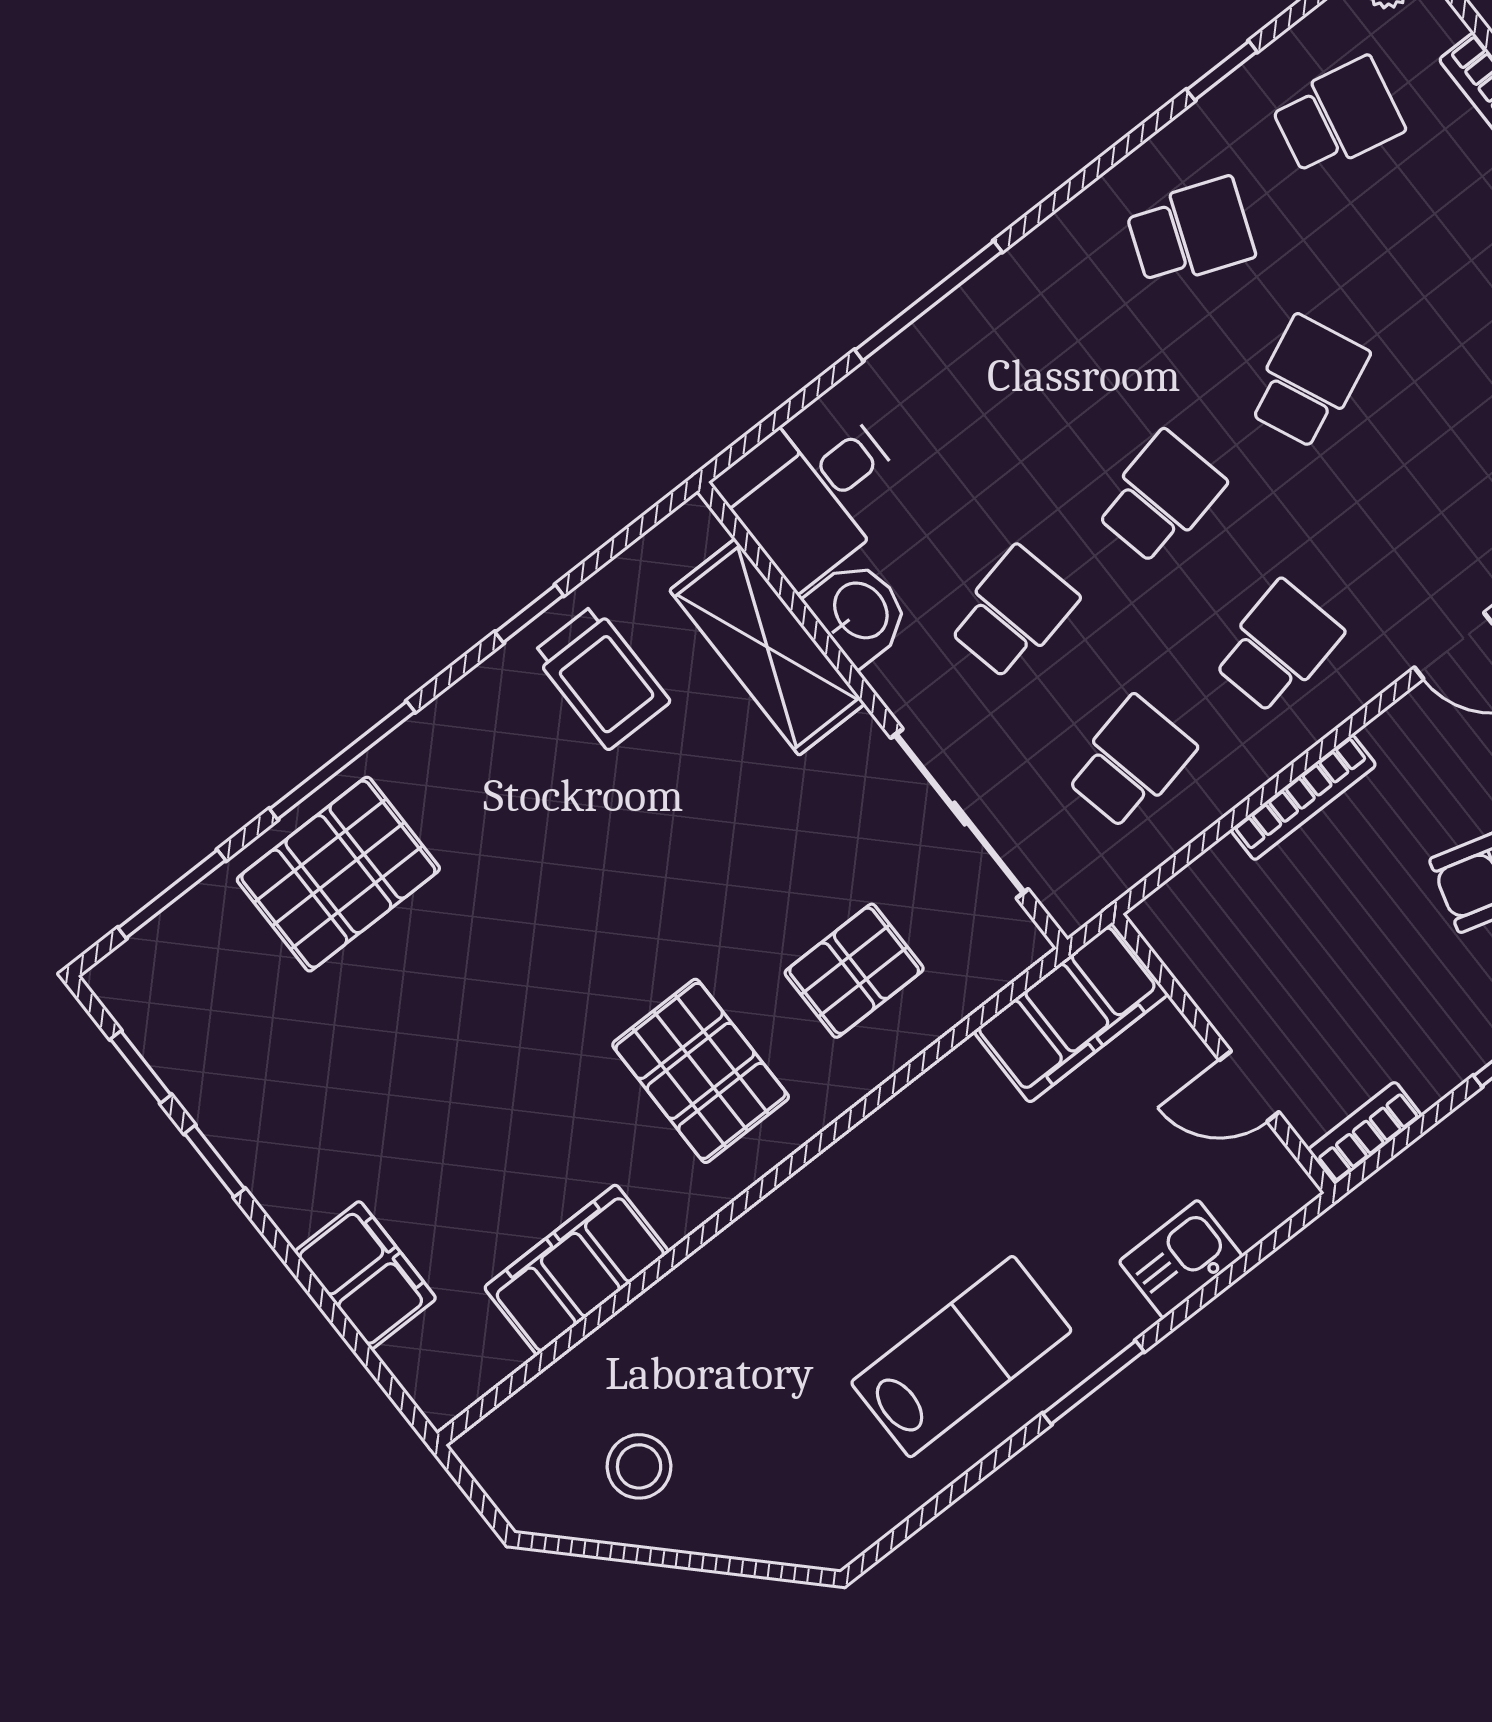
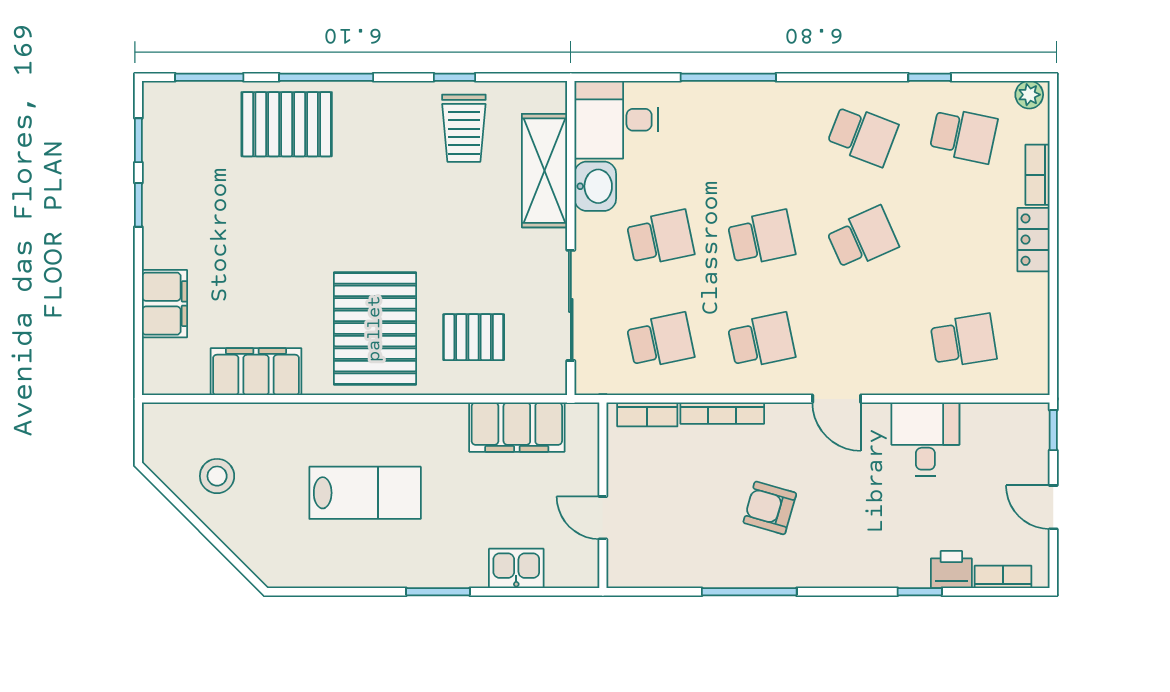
filing cabinet: (1071, 1013) -> (517, 427), moved
pallet: (701, 1071) -> (375, 329), width x1.37, depth x1.41
bookcase: (1365, 1133) -> (647, 414), moved, turned 180
lab bench: (961, 1357) -> (365, 493), moved

